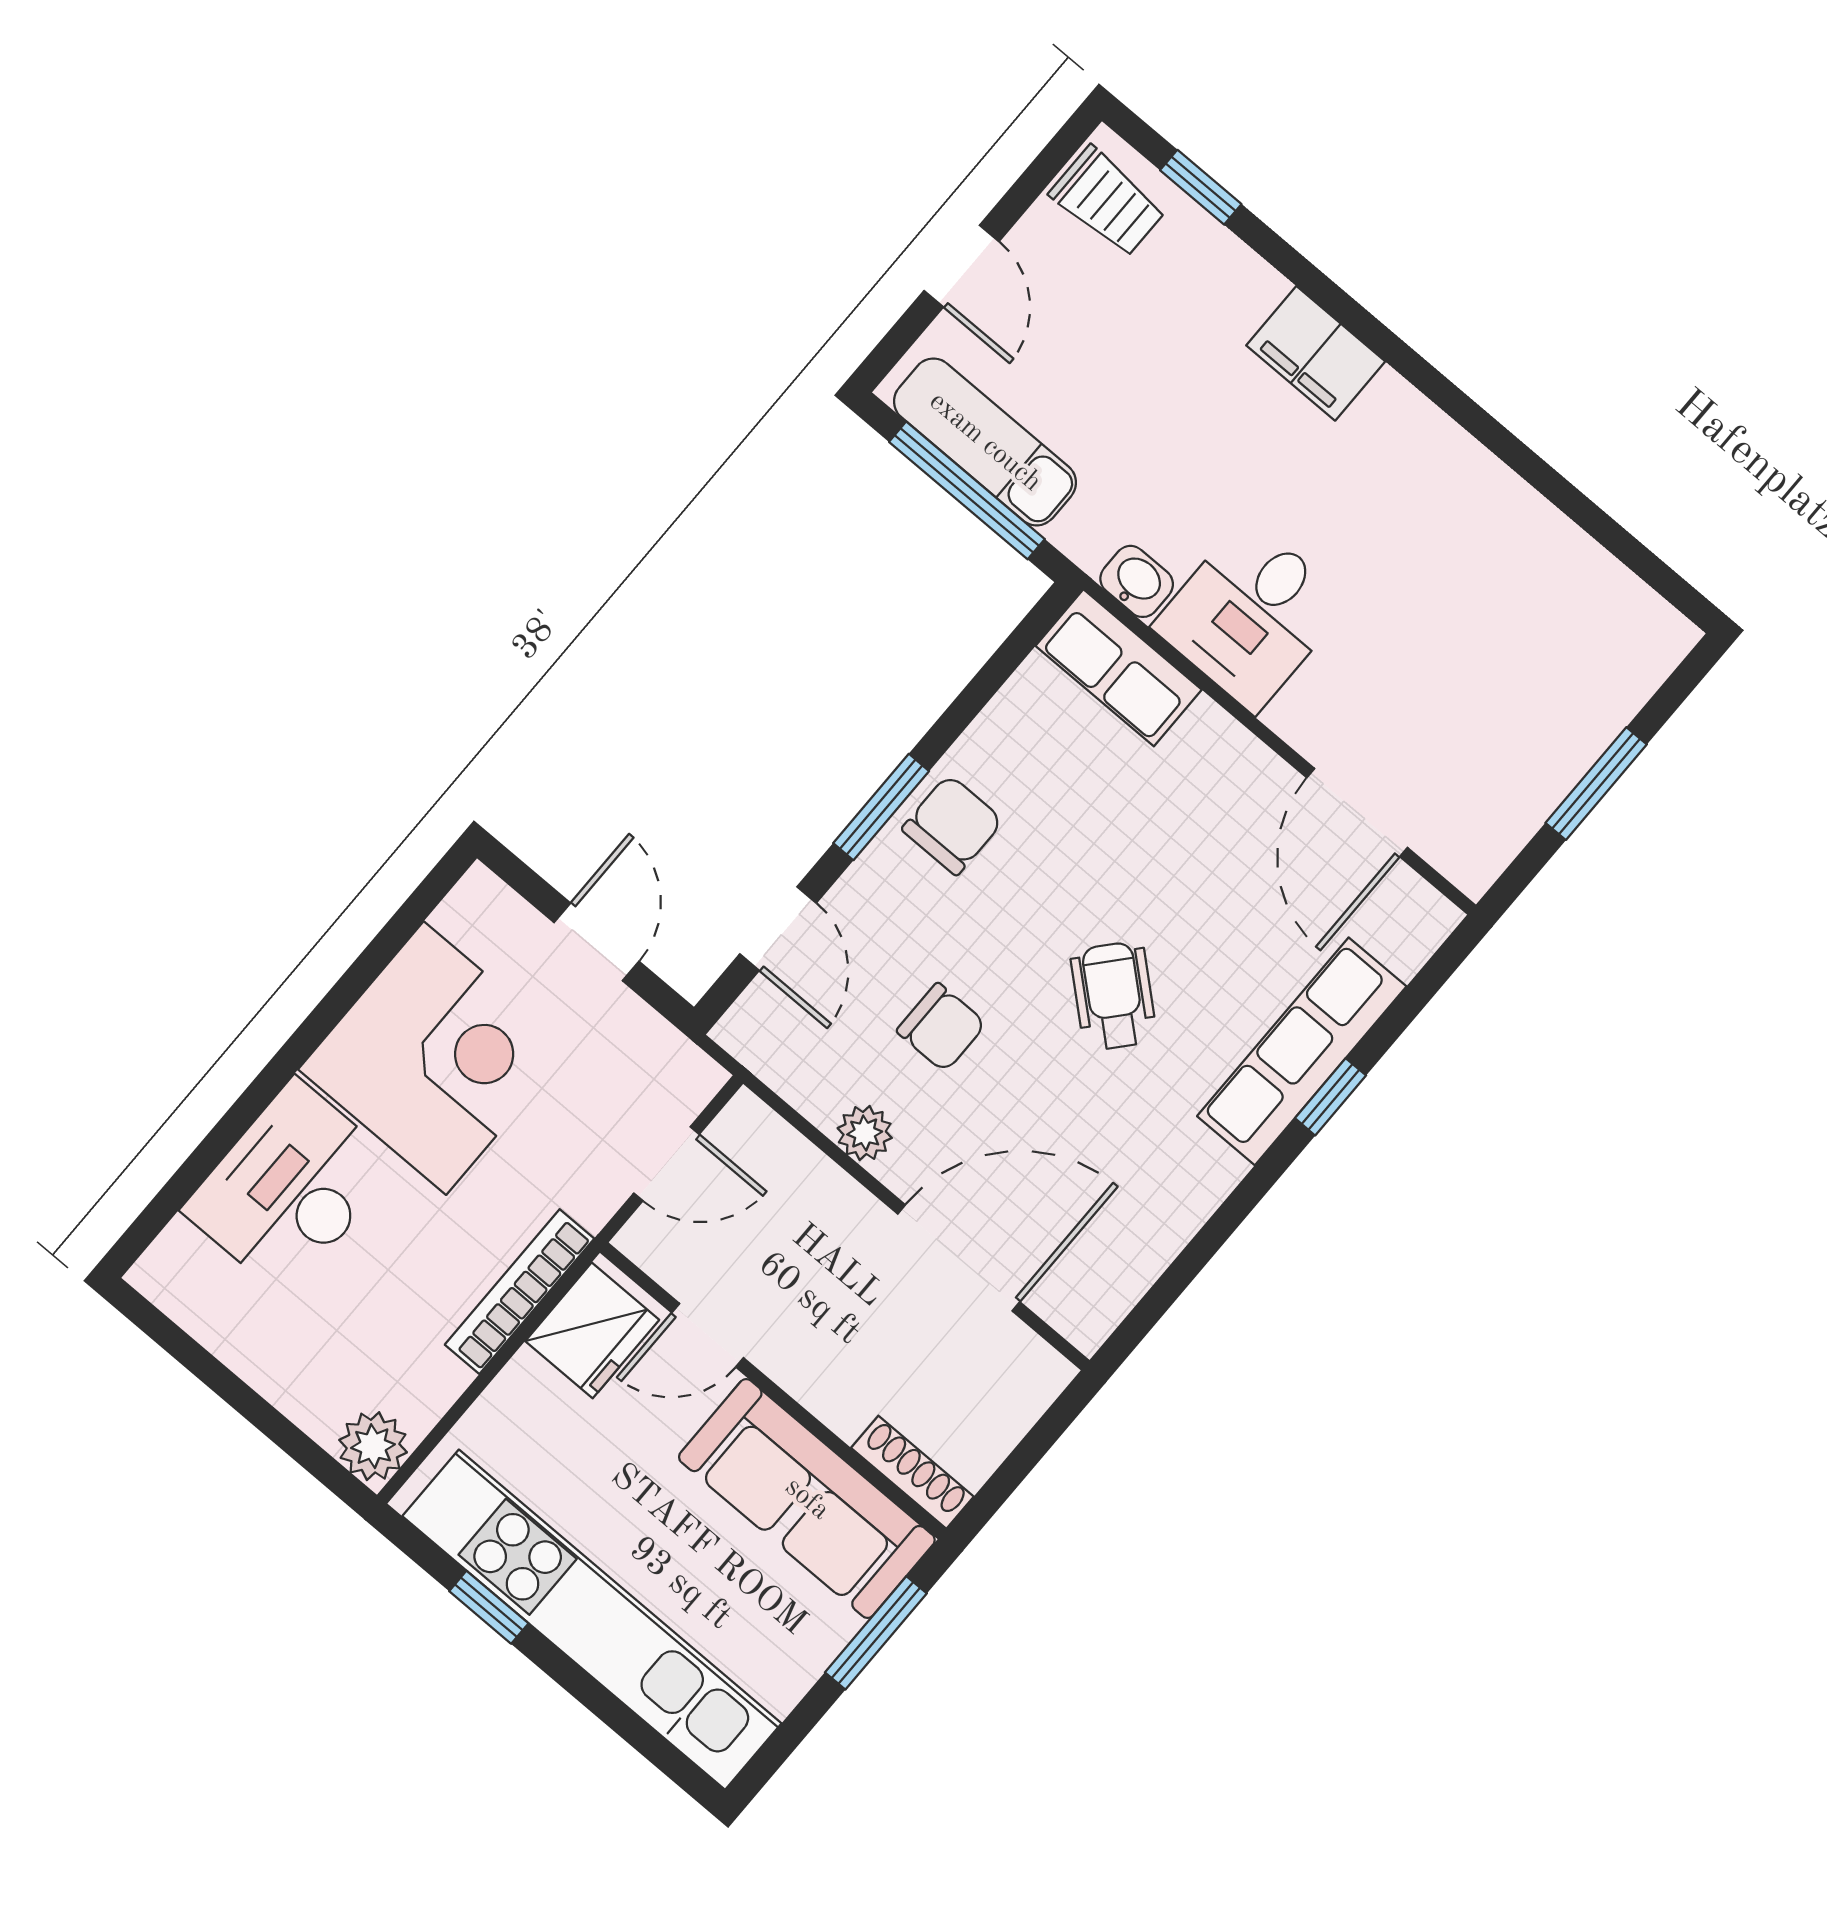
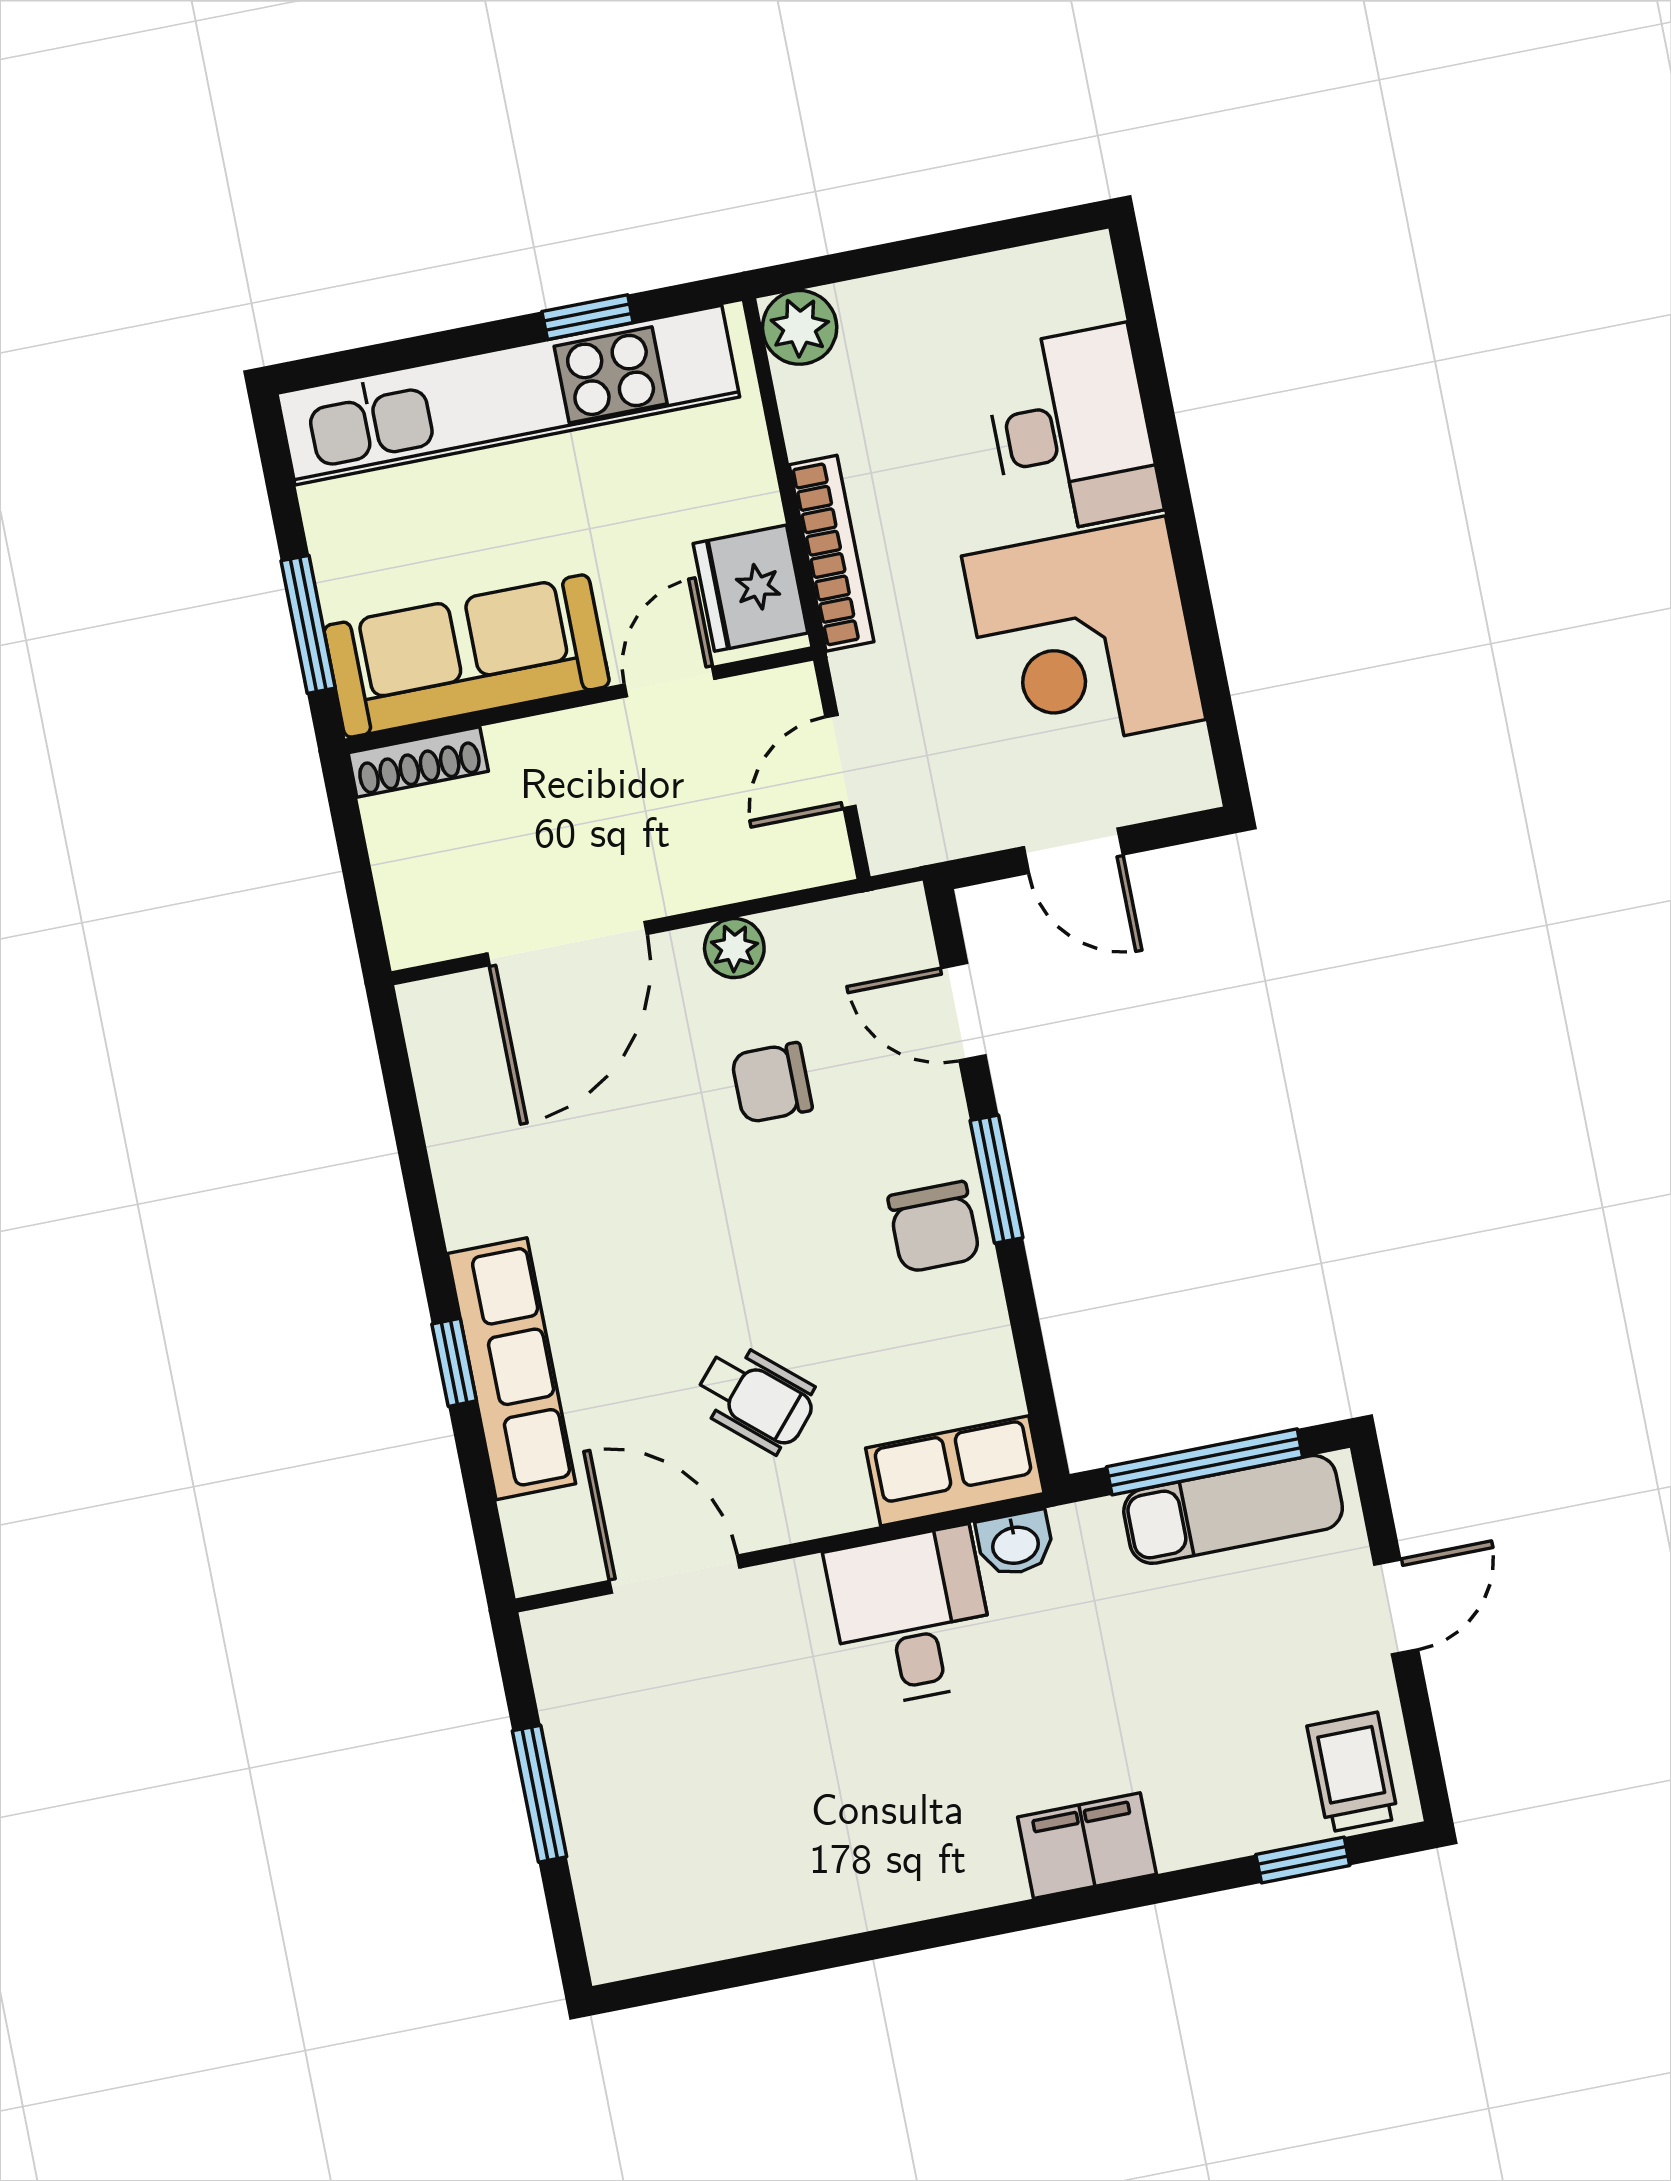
trolley: (1108, 202) -> (1353, 1772), turned 90
door: (962, 266) -> (1396, 1607), swing flipped
wheelchair: (1114, 996) -> (756, 1398), moved

